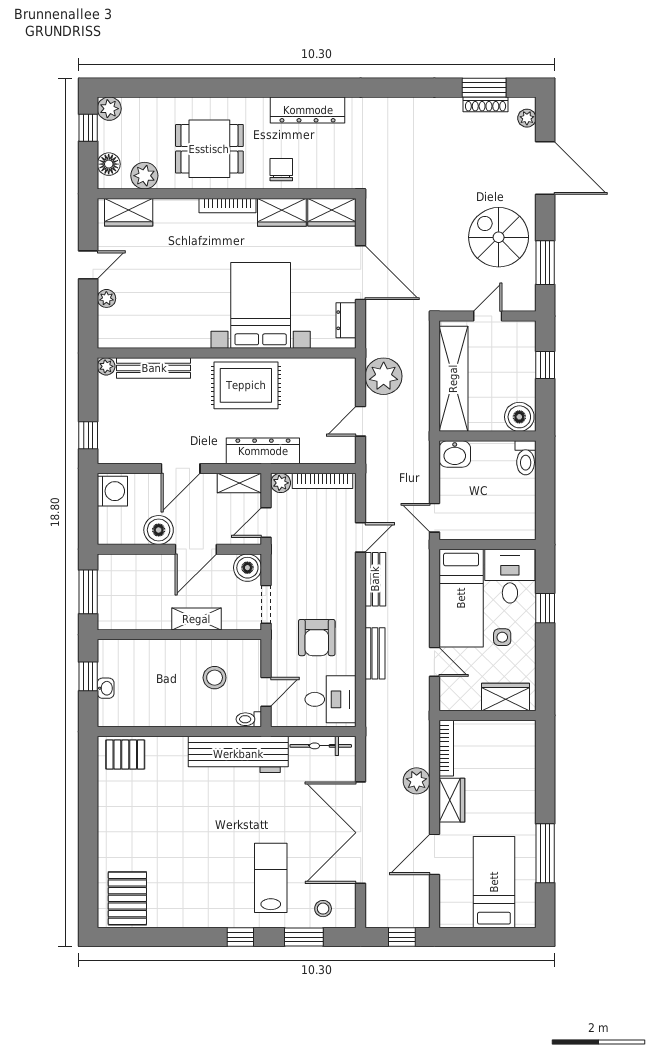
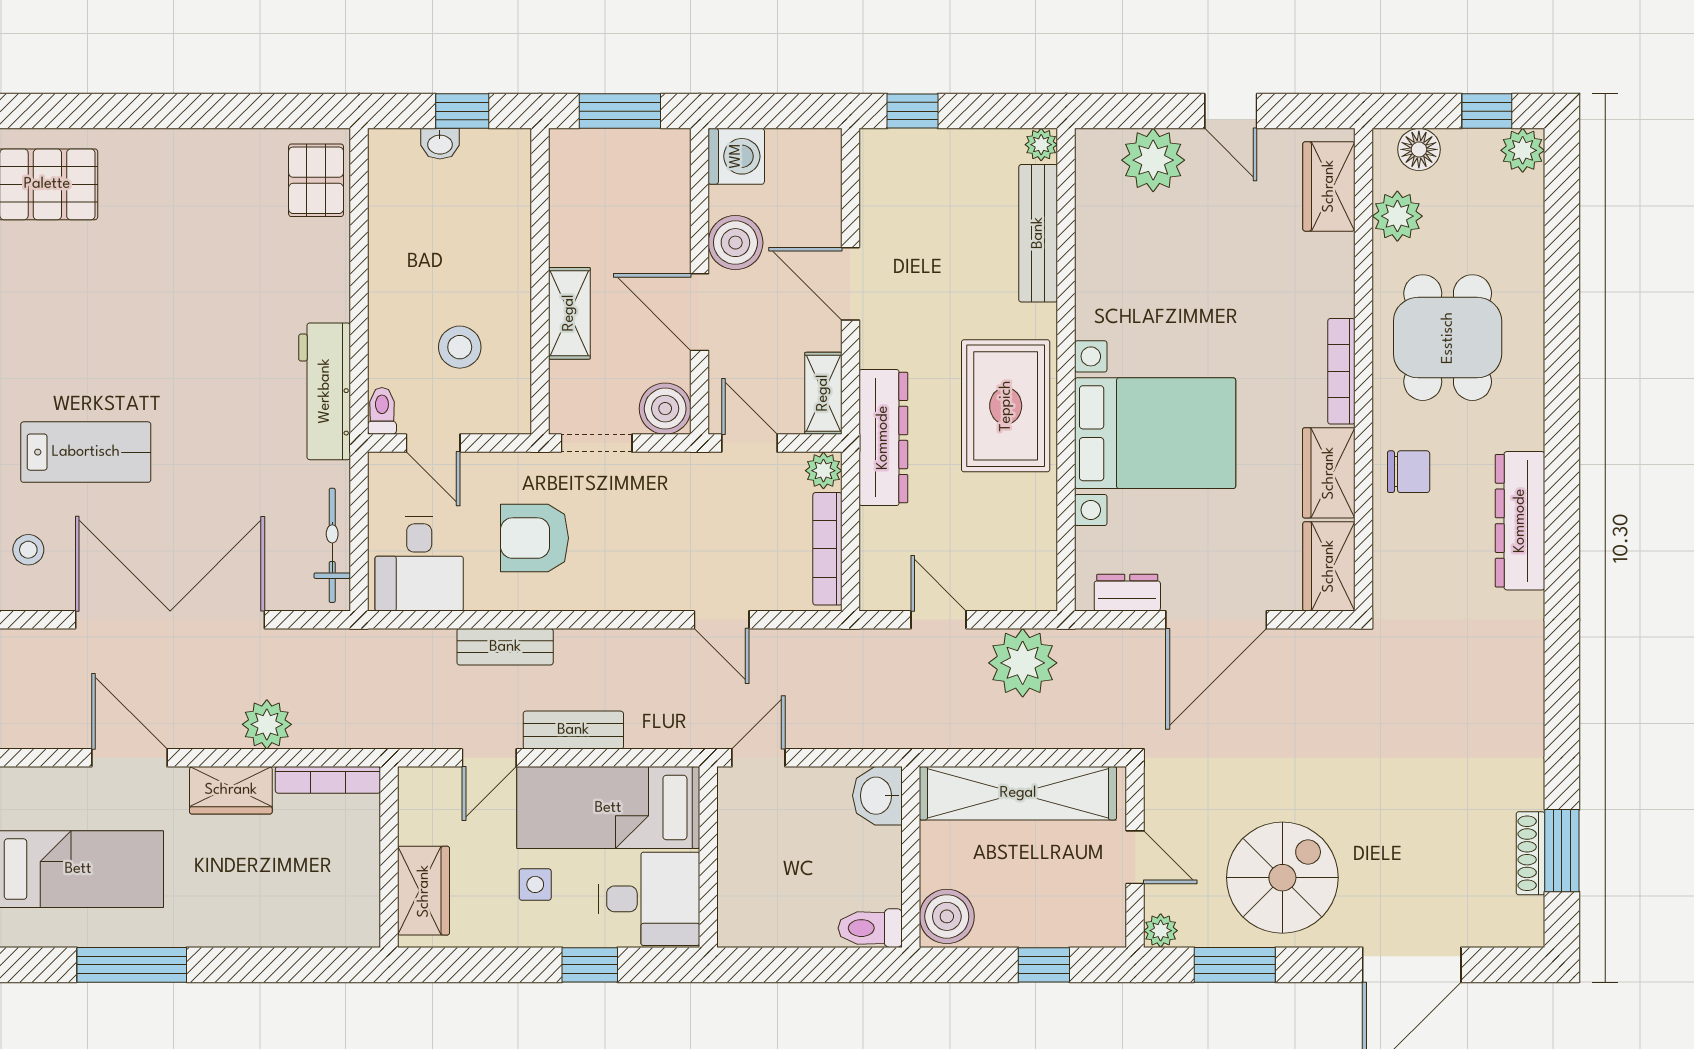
plant: (527, 118) -> (1161, 931), moved
plant: (106, 298) -> (1153, 160), width x1.88, depth x1.88
washing machine: (112, 491) -> (736, 156), moved, turned -90
bench: (375, 579) -> (573, 730), moved
workbench: (238, 754) -> (325, 391), width x0.73, depth x0.76

